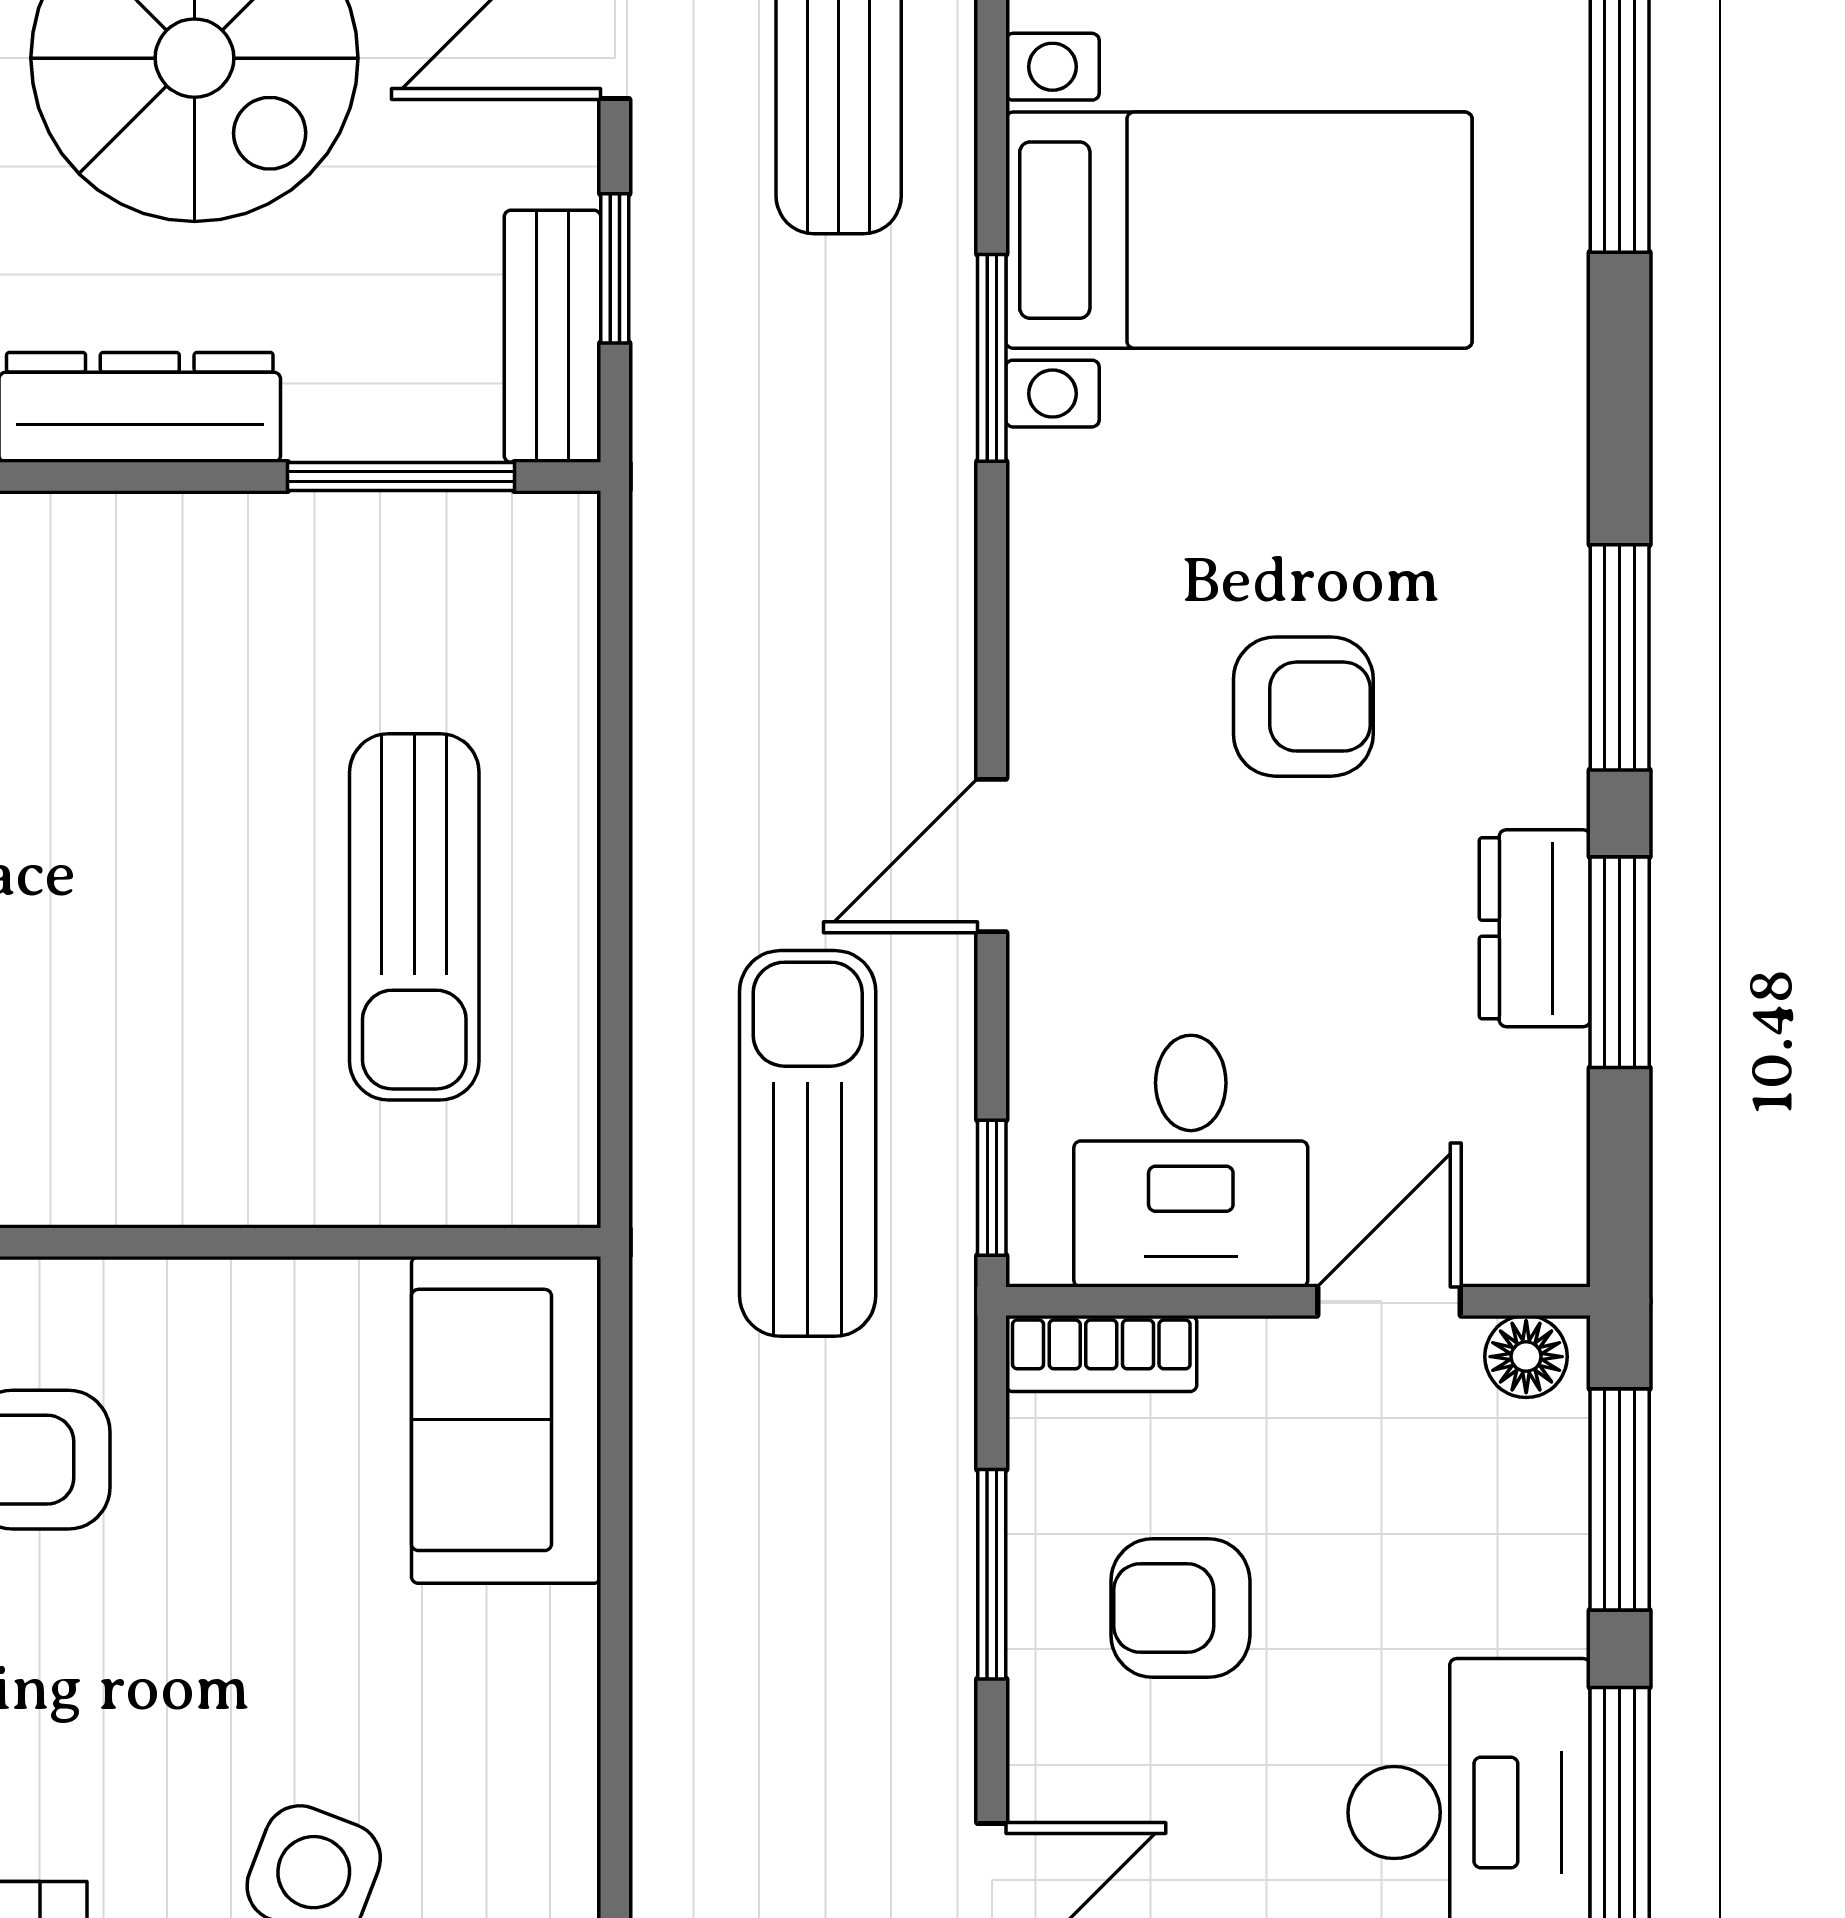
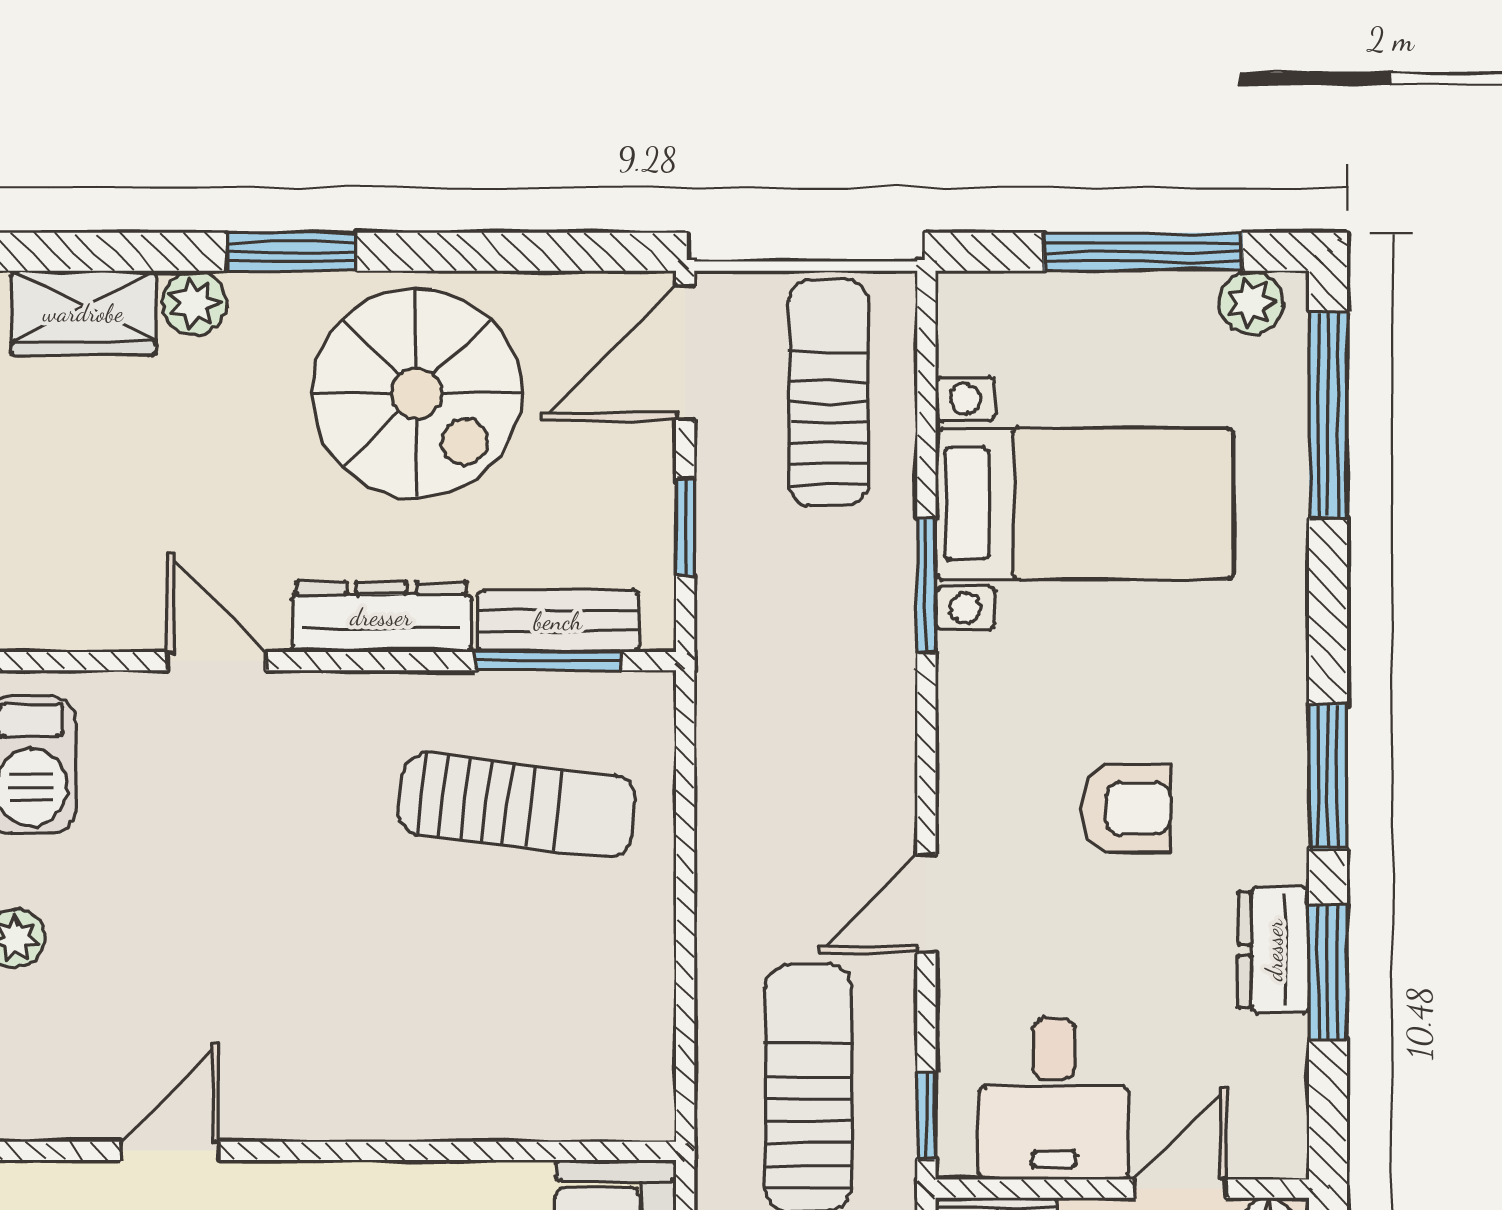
bench: (552, 336) -> (558, 621), moved, turned 90
sun lounger: (414, 917) -> (517, 805), moved, turned -83

